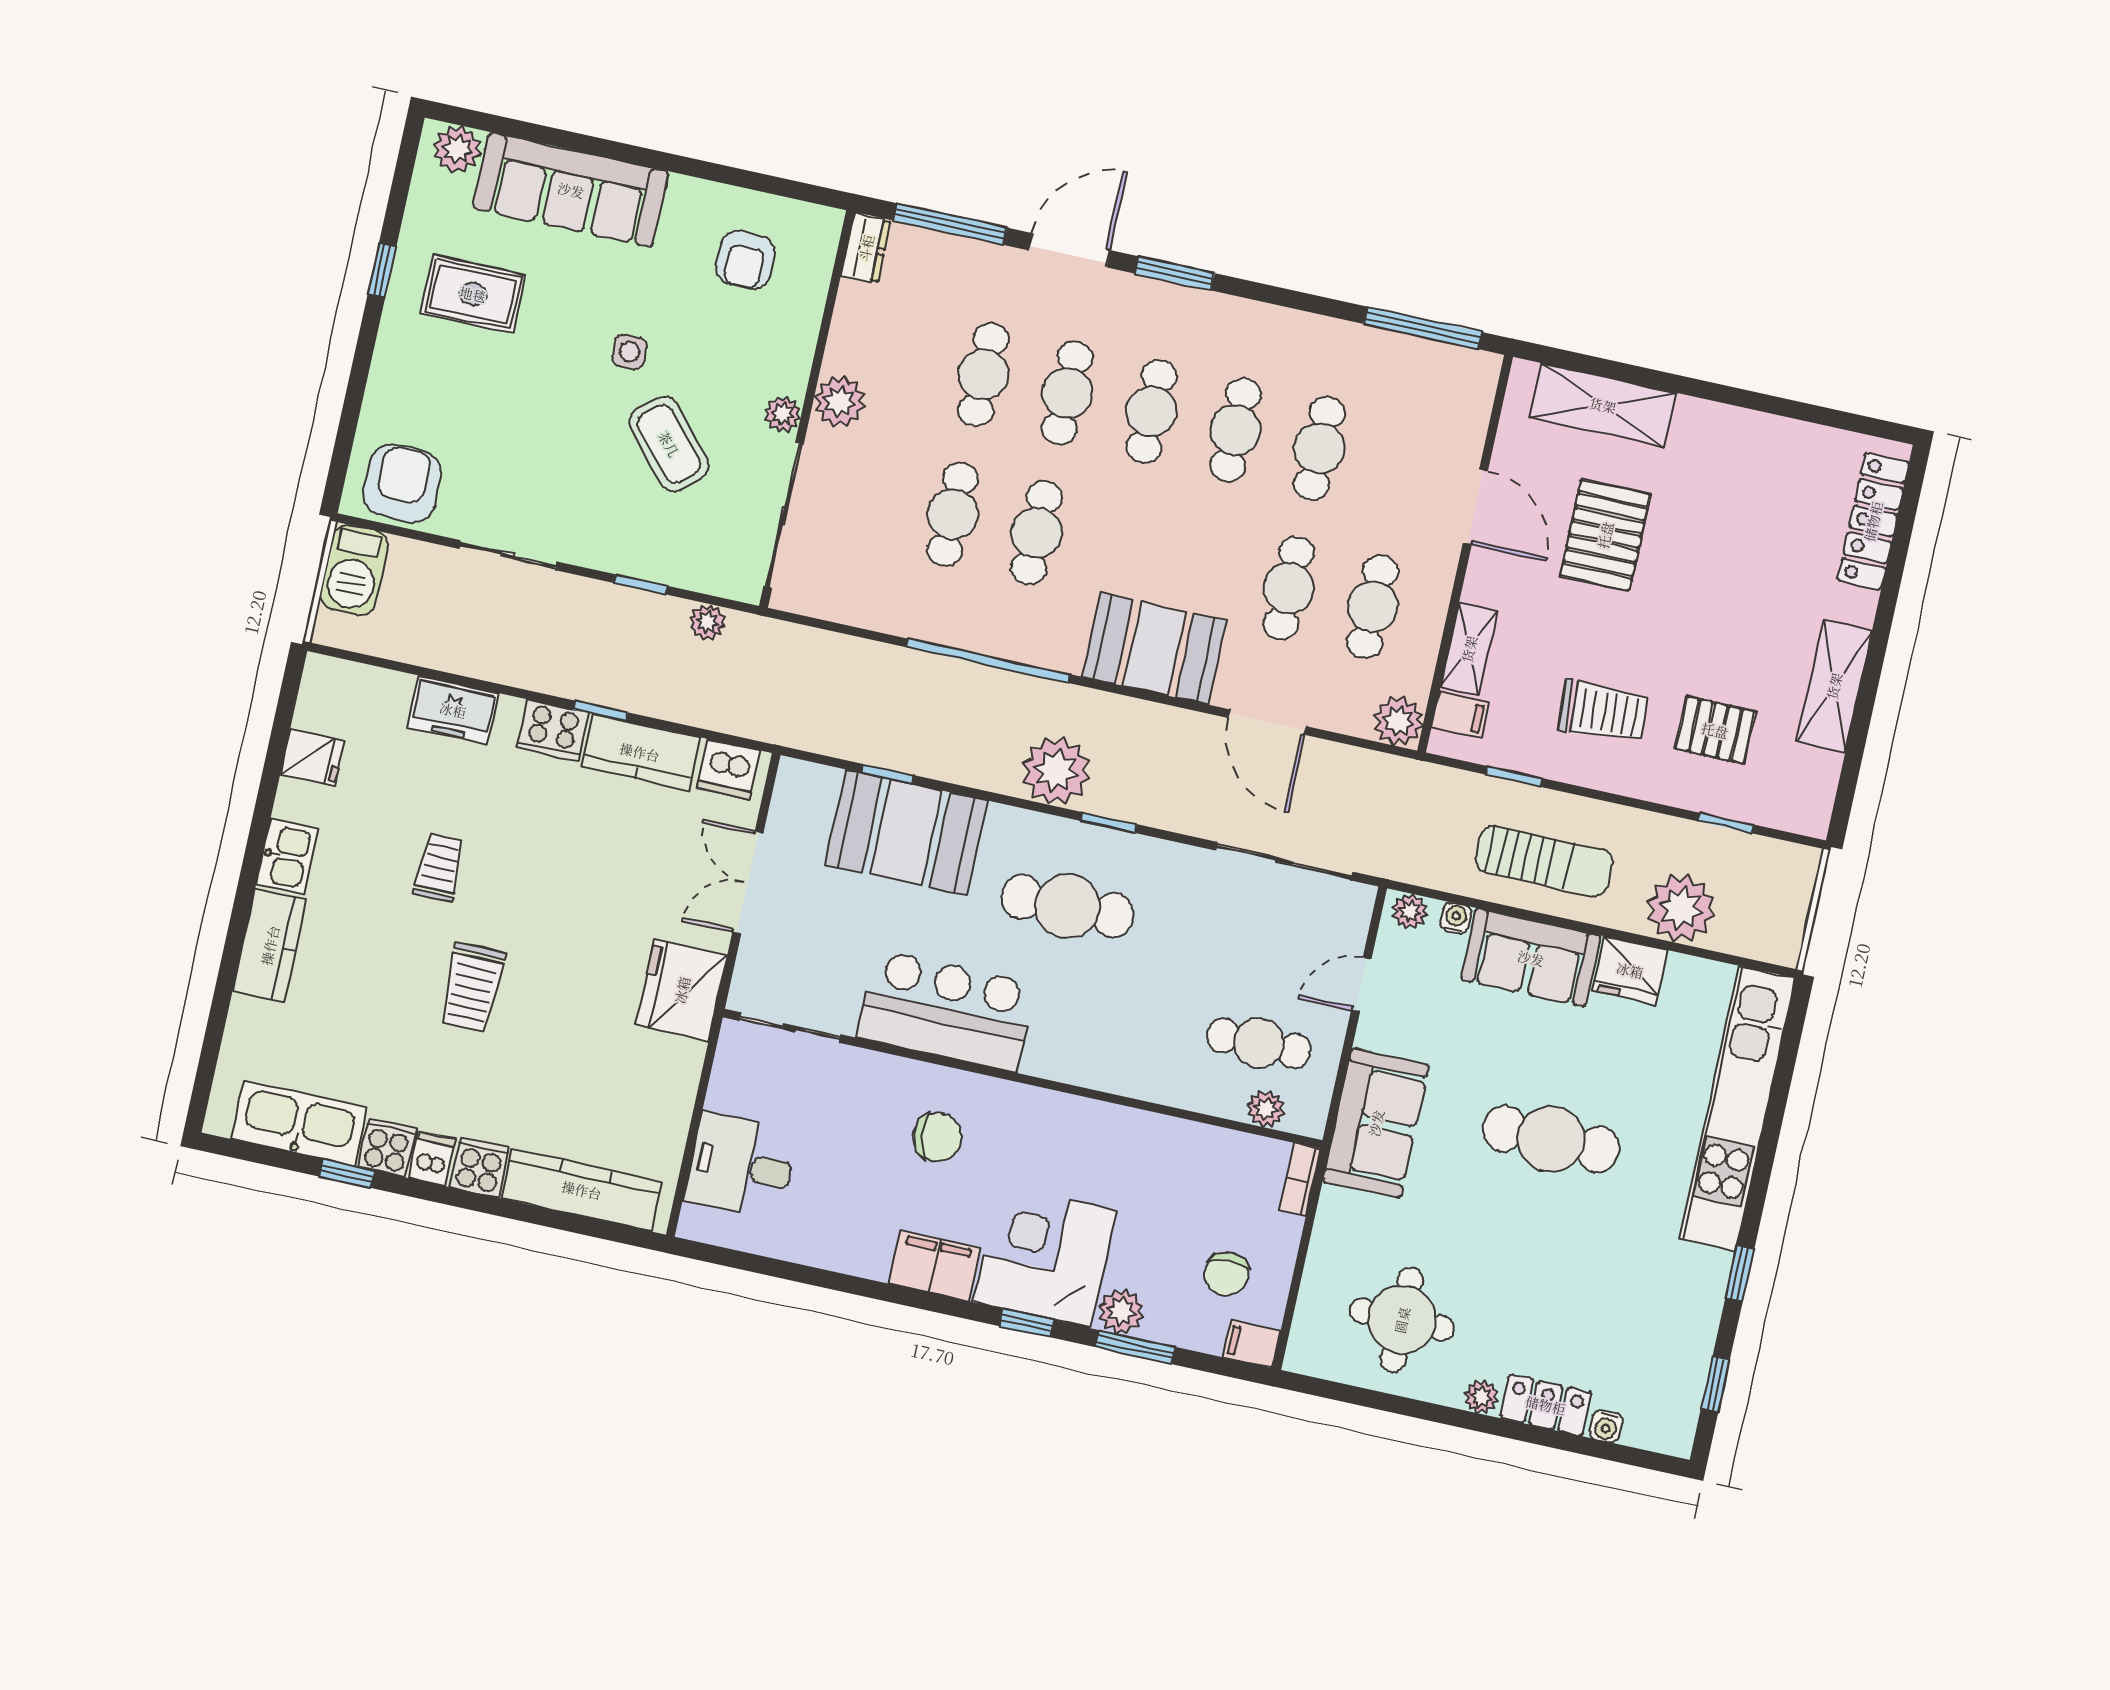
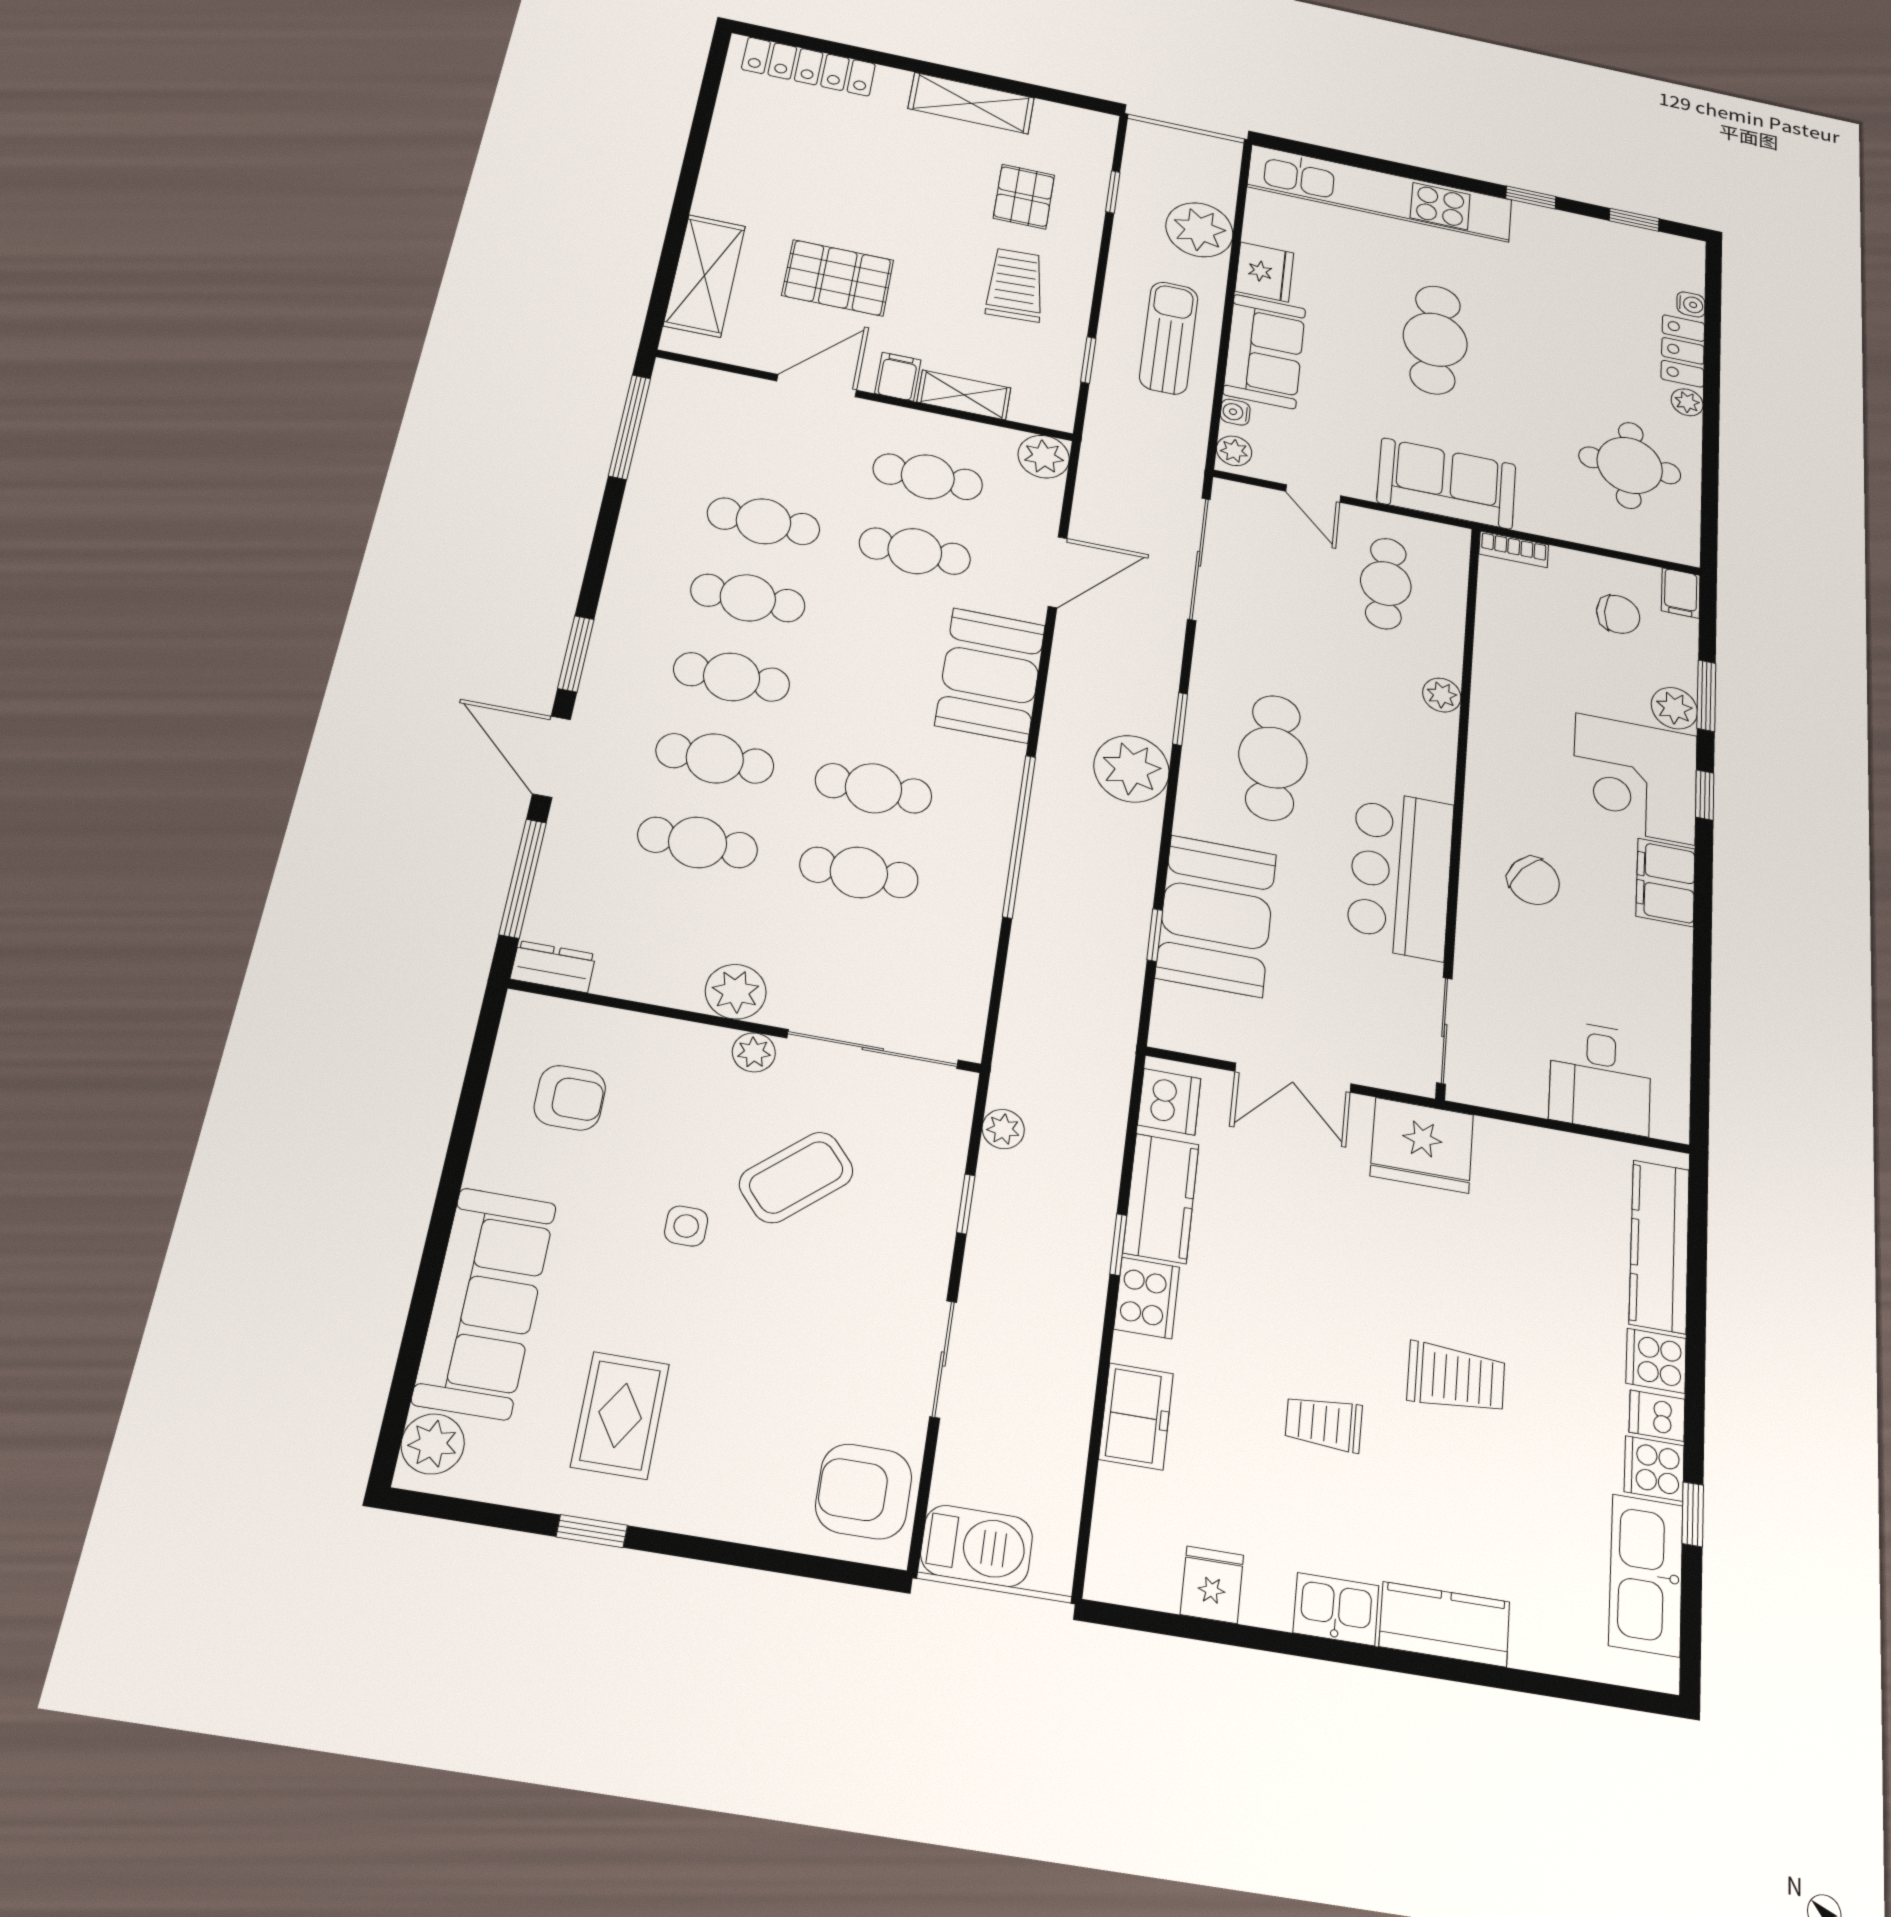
filing cabinet: (1460, 715) -> (898, 377), moved
plant: (1266, 1109) -> (1442, 695), moved
chair: (938, 1137) -> (1534, 881), turned 136

